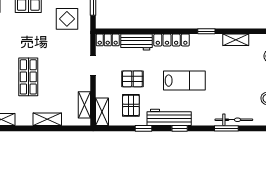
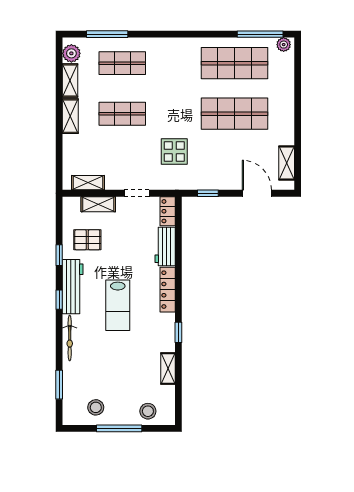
display table: (67, 19) -> (174, 152), moved
pallet: (132, 79) -> (120, 242), removed
shelving: (102, 112) -> (98, 204), moved
shelving: (47, 119) -> (70, 116), moved
bicycle: (234, 120) -> (70, 338), moved
window: (226, 128) -> (59, 385), moved

